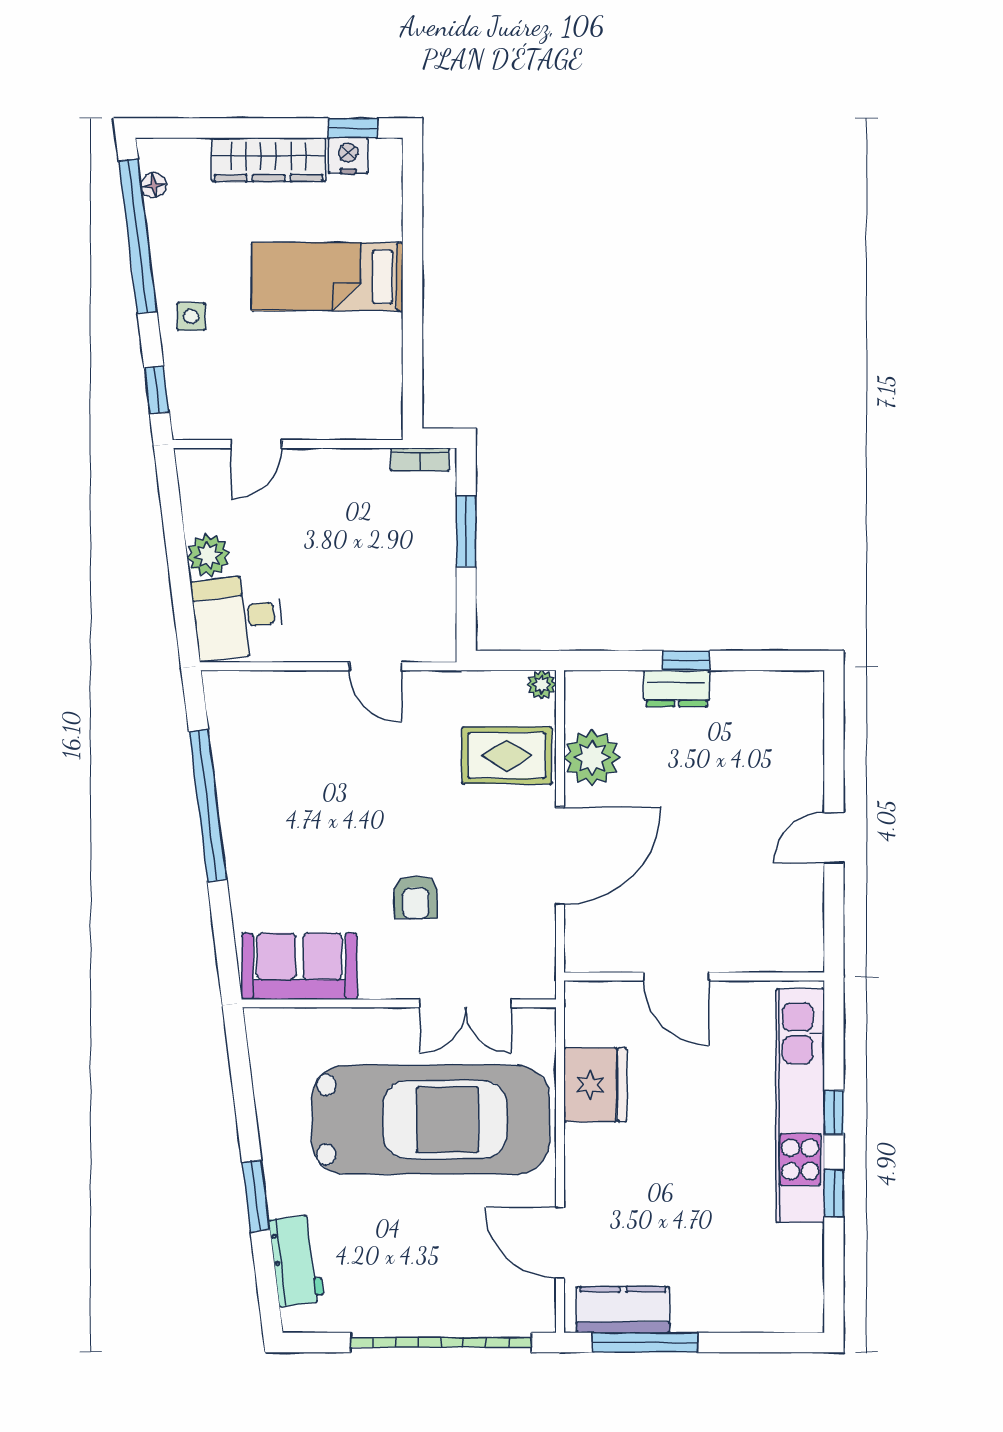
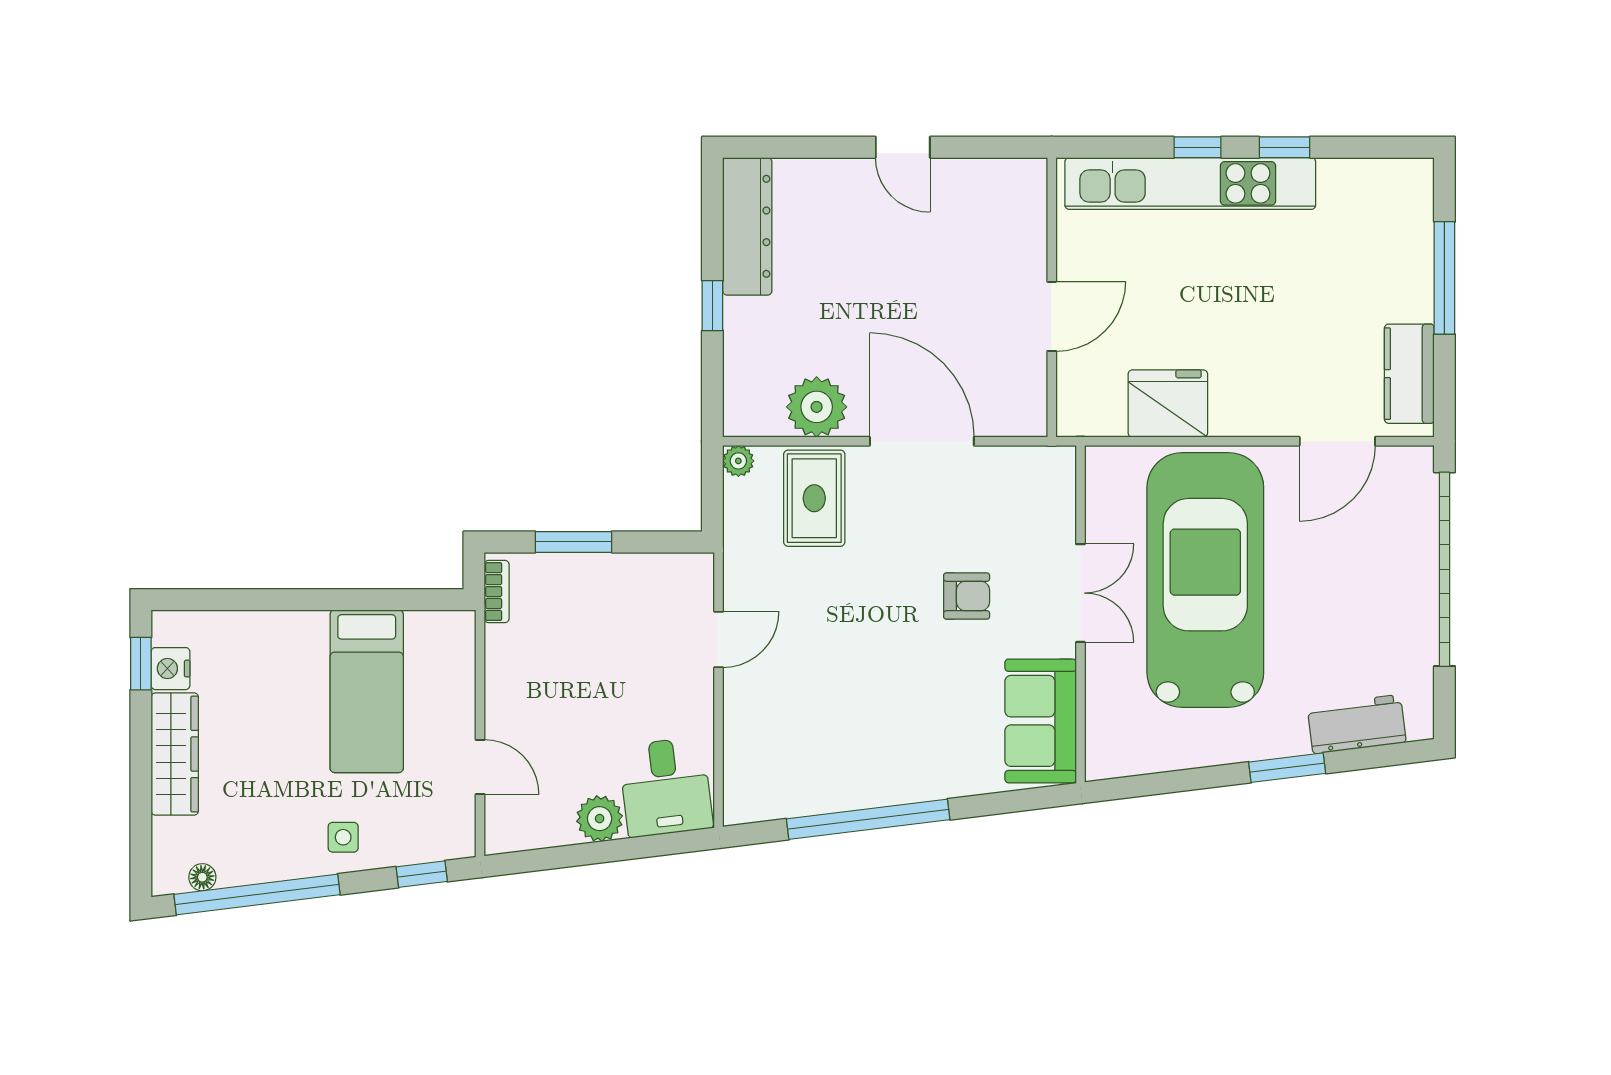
bed: (327, 277) -> (367, 691), moved
dresser: (677, 688) -> (747, 226), moved, width x1.96, depth x1.24
double door: (465, 1003) -> (1080, 593), moved
window: (645, 1342) -> (1444, 278), moved

